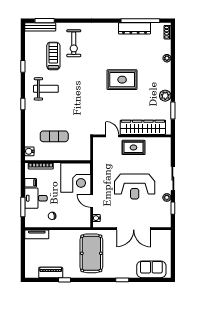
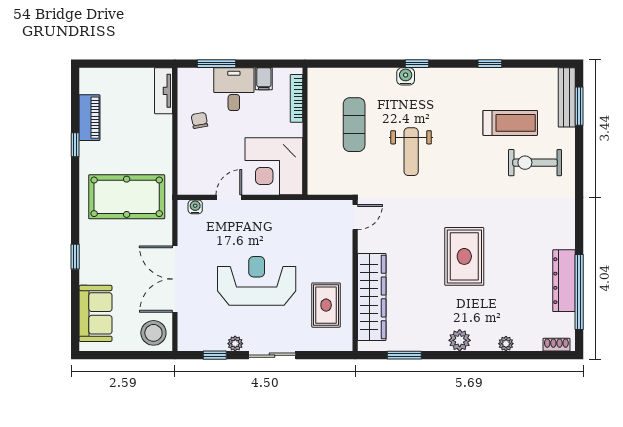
weight bench: (46, 89) -> (411, 152), moved
plant: (165, 96) -> (460, 340), moved
door: (112, 136) -> (355, 217), moved
rug: (133, 147) -> (326, 305), moved
water cooler: (29, 151) -> (406, 76), moved
reception desk: (135, 186) -> (257, 281), turned 90
stool: (161, 240) -> (153, 333), added

